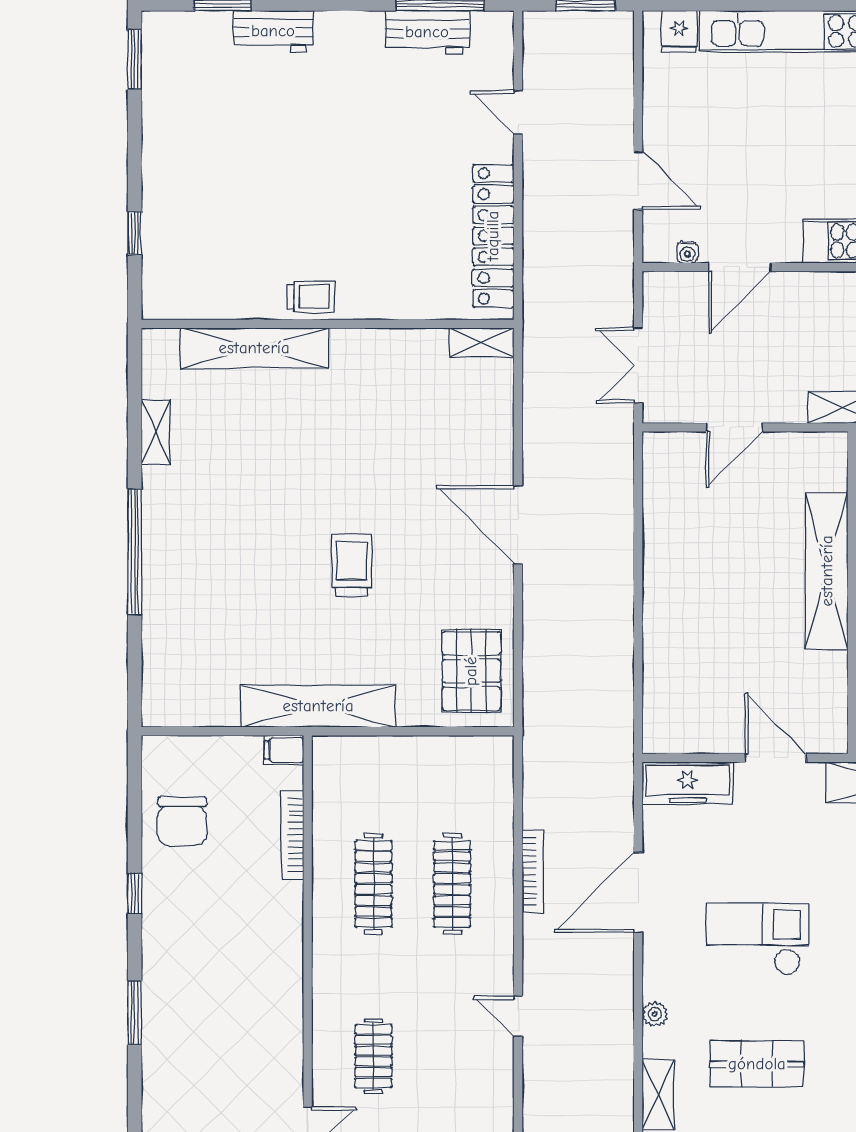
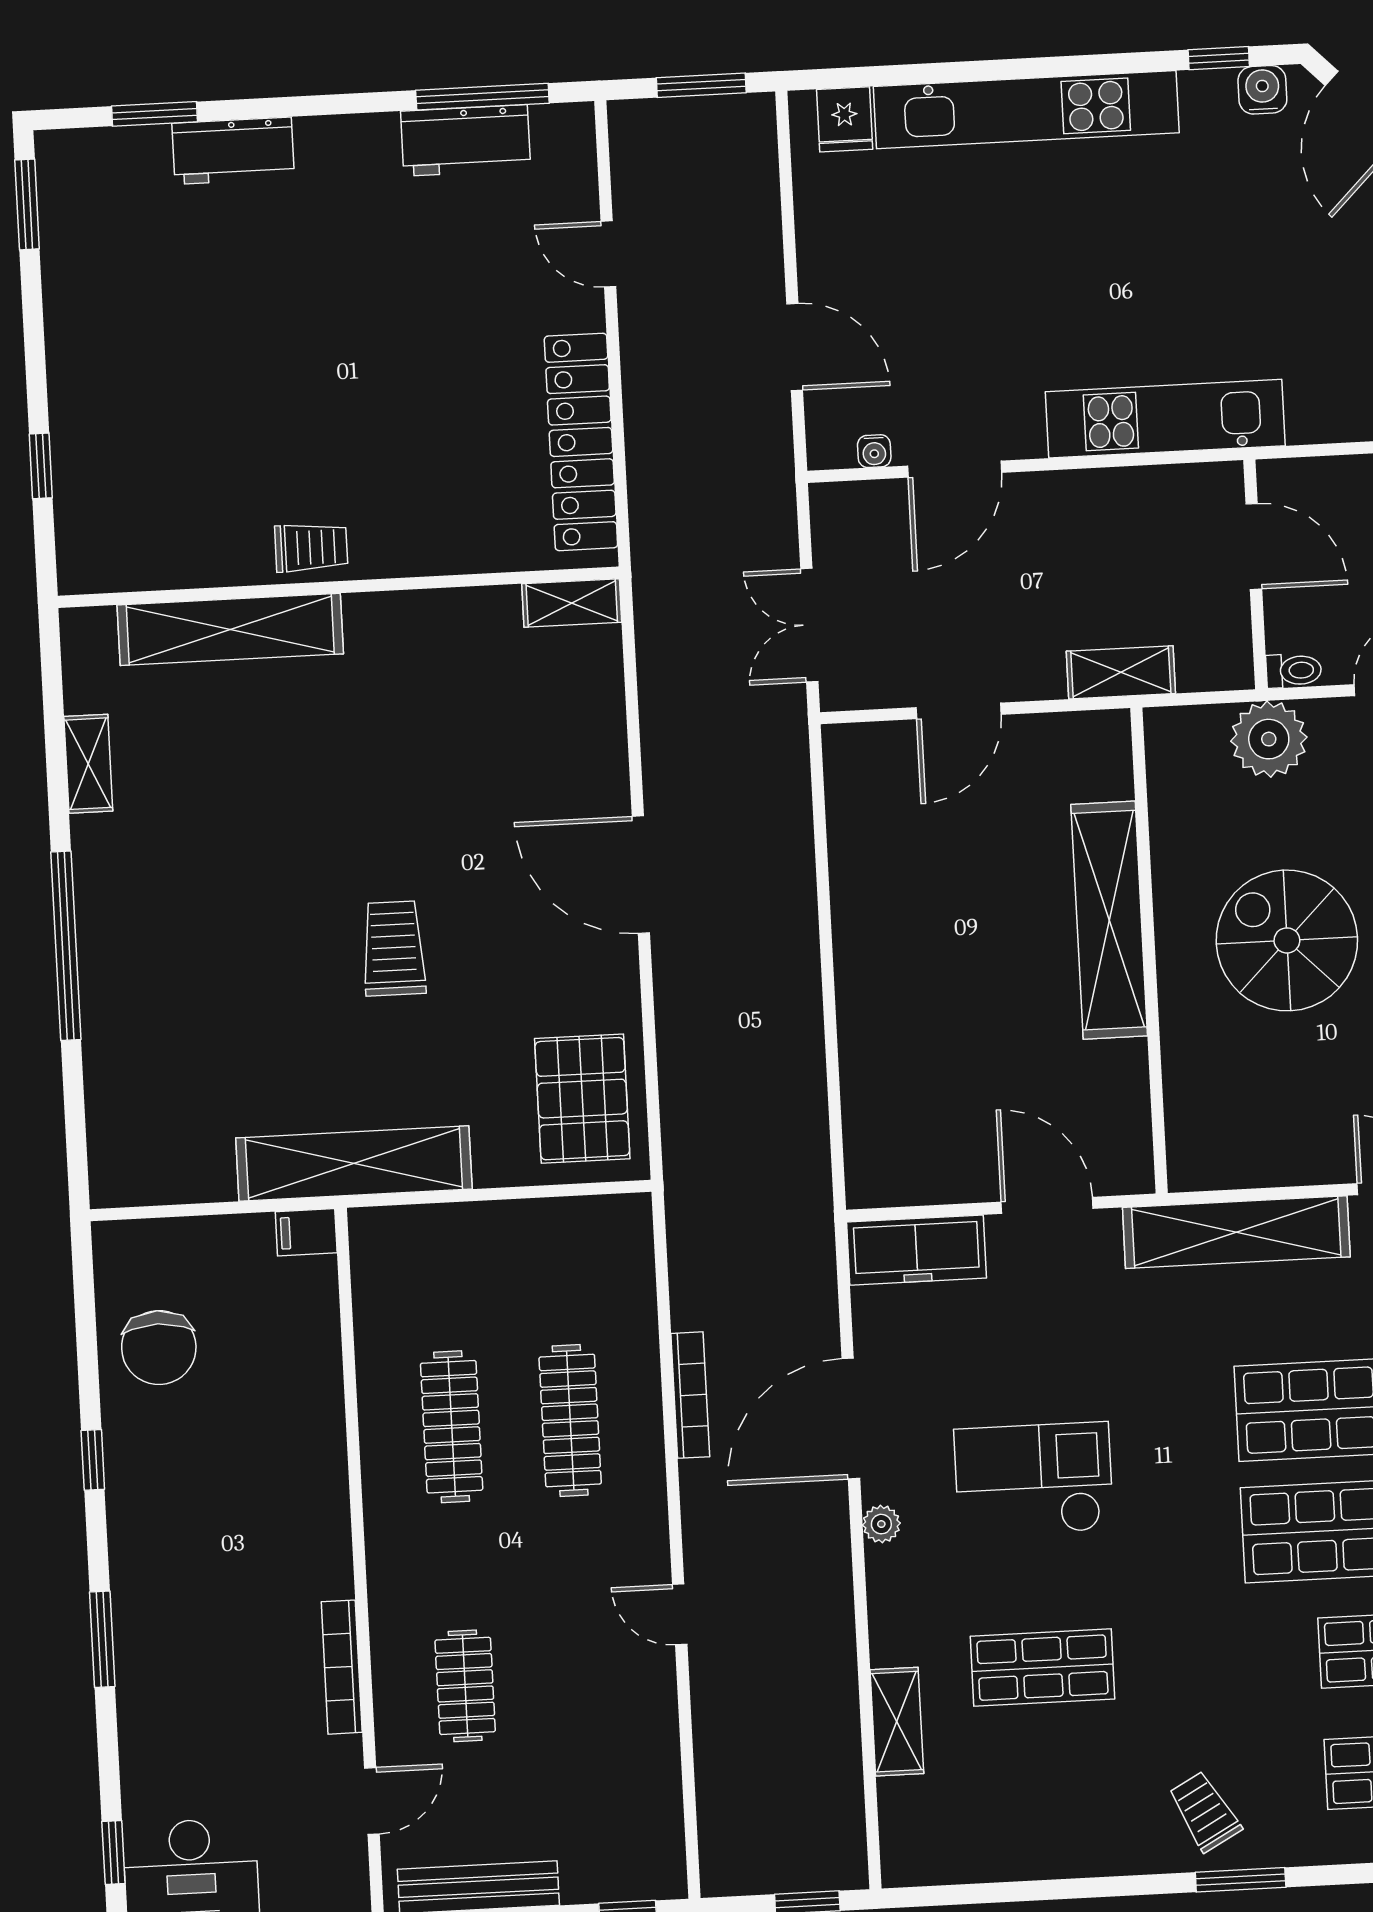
bookcase: (292, 835) -> (342, 1667), moved
plant: (655, 1014) -> (881, 1524), moved

